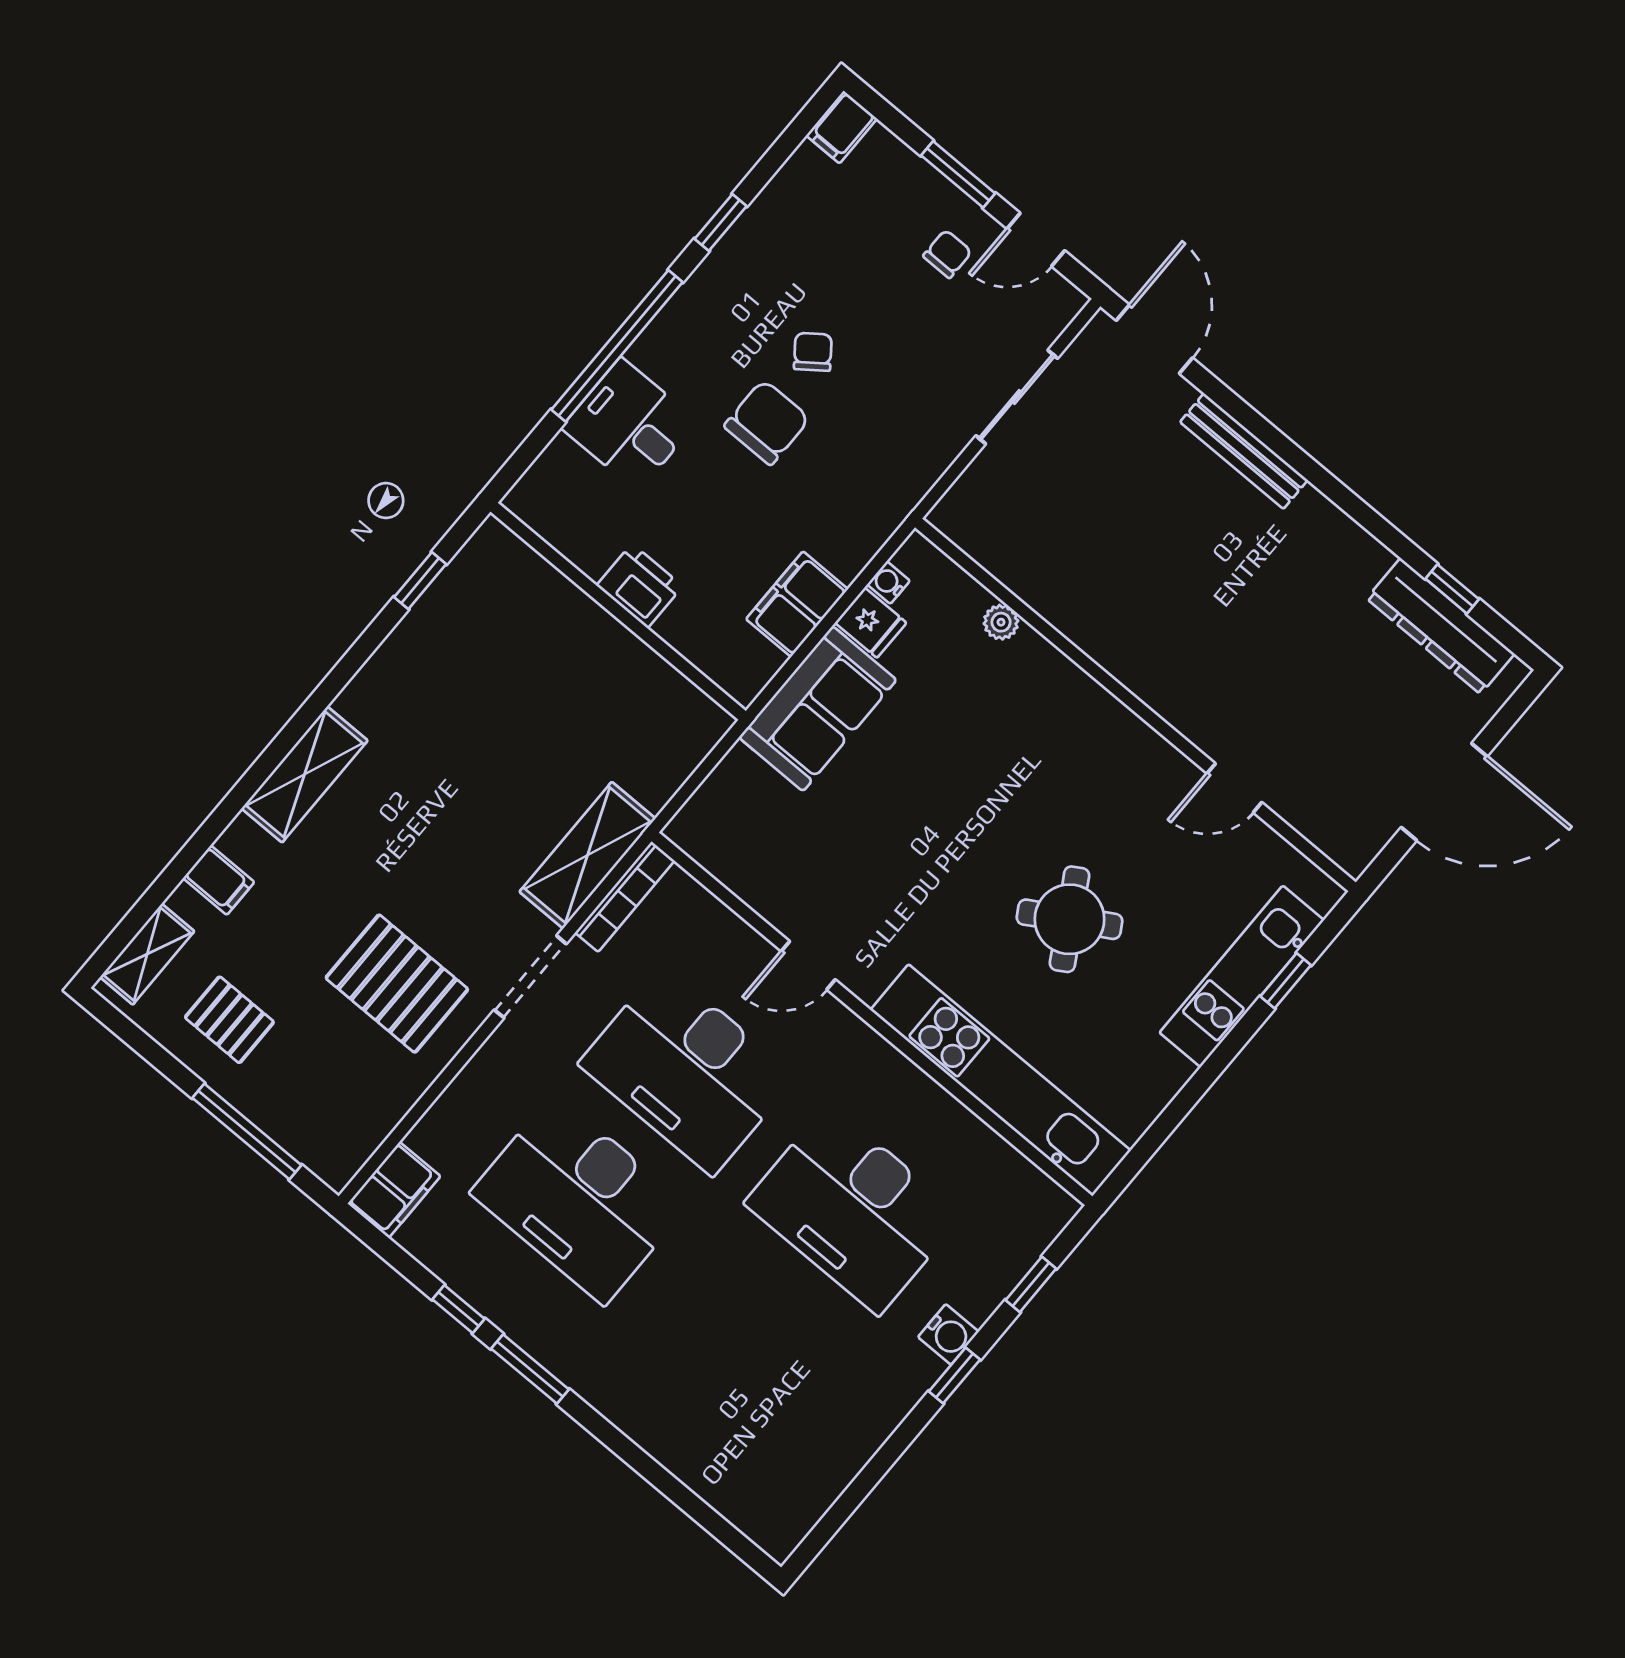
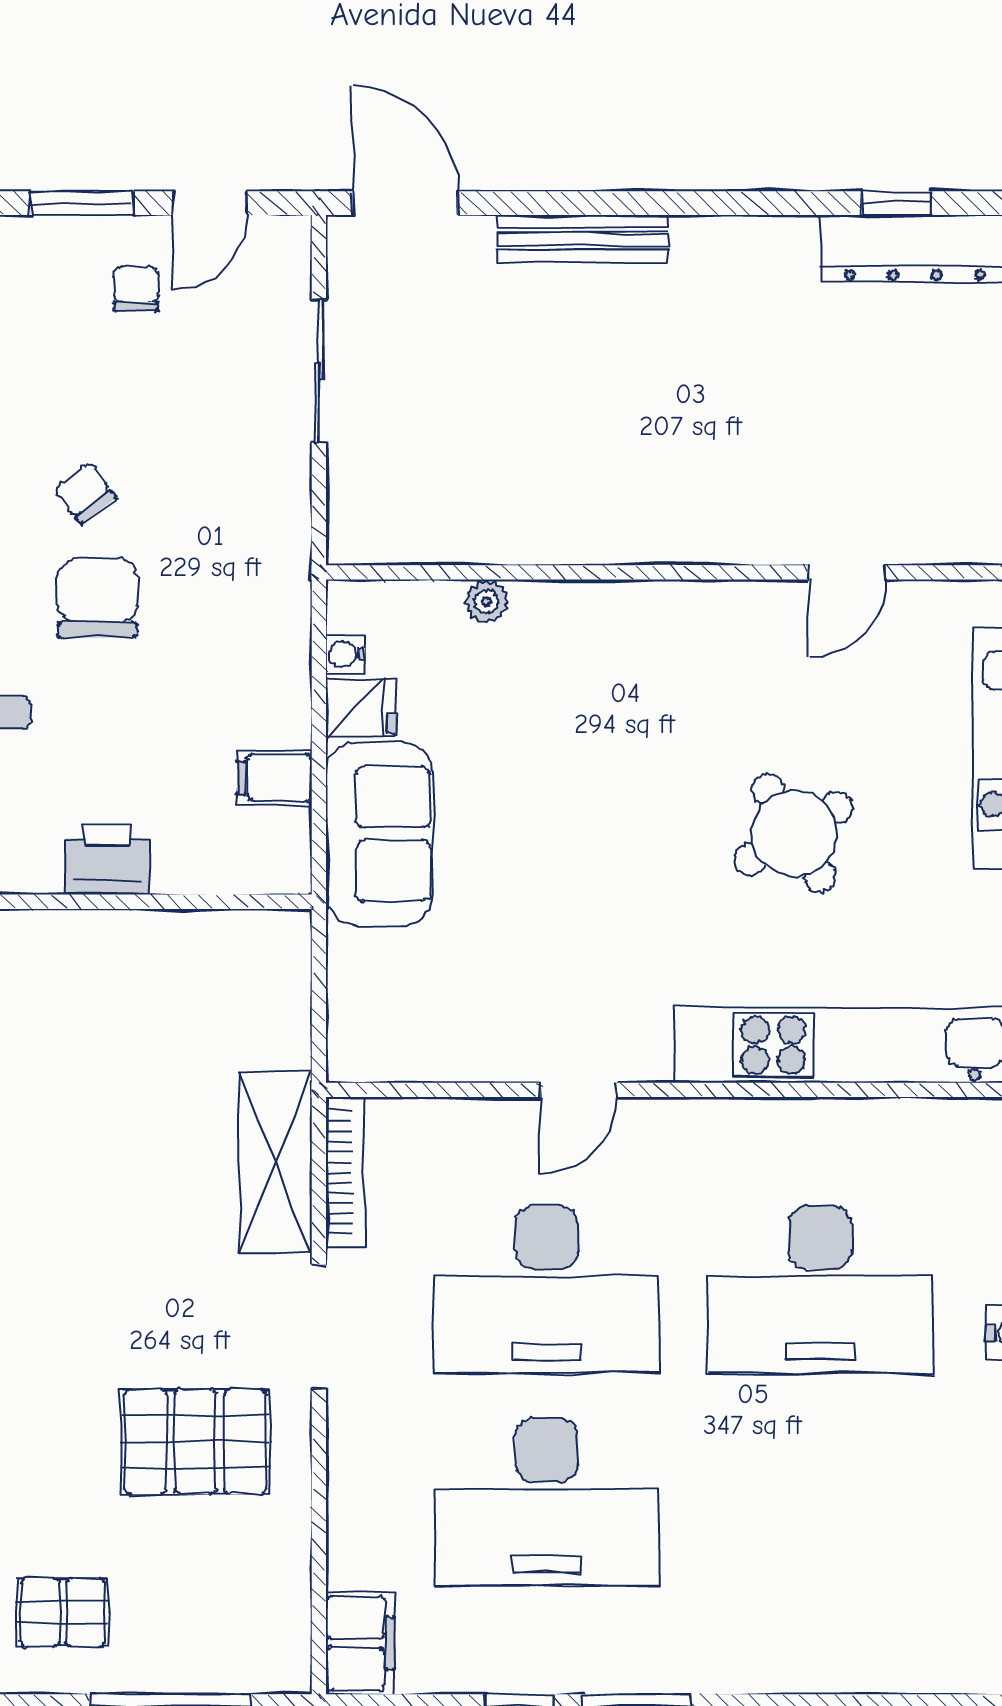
filing cabinet: (797, 604) -> (274, 778), width x0.50

